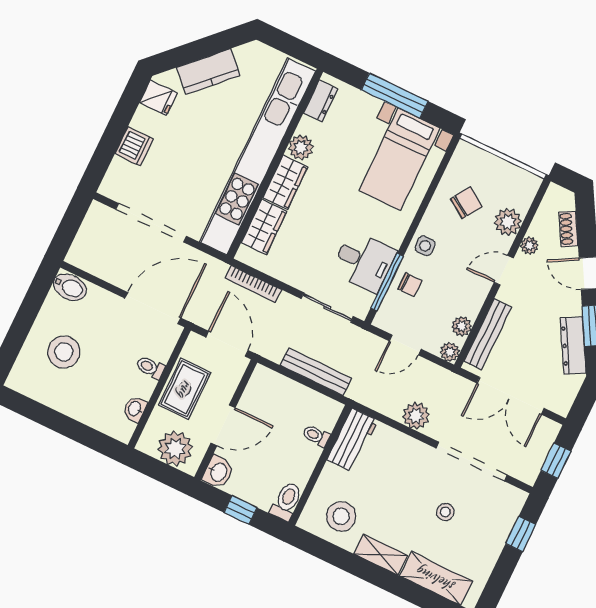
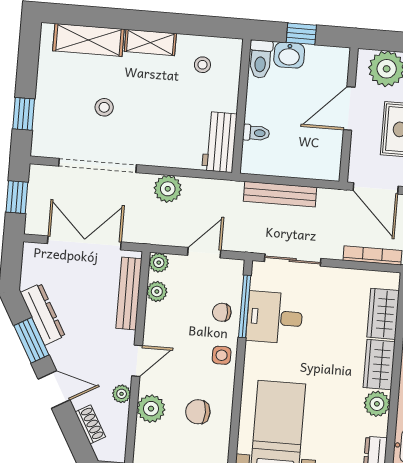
chair: (466, 203) -> (198, 412), turned 57
washbasin: (218, 472) -> (289, 55), moved, turned -90
stool: (341, 516) -> (202, 65), width x0.53, depth x0.53

